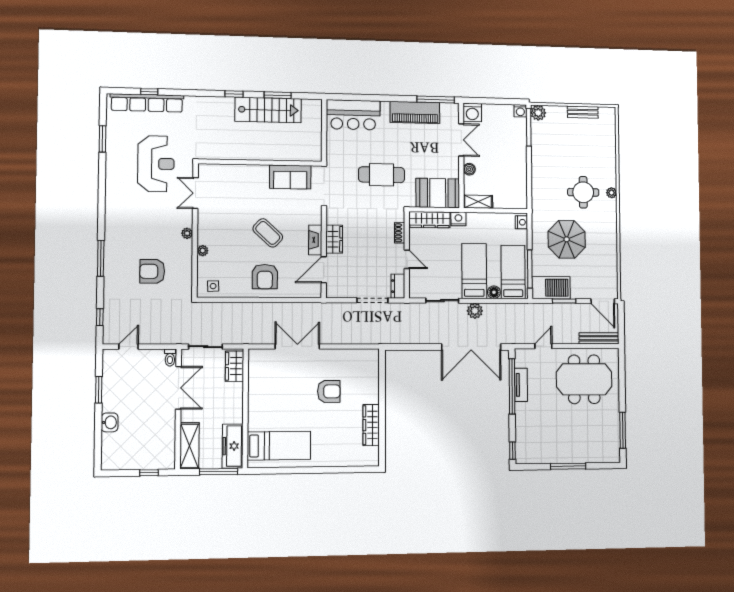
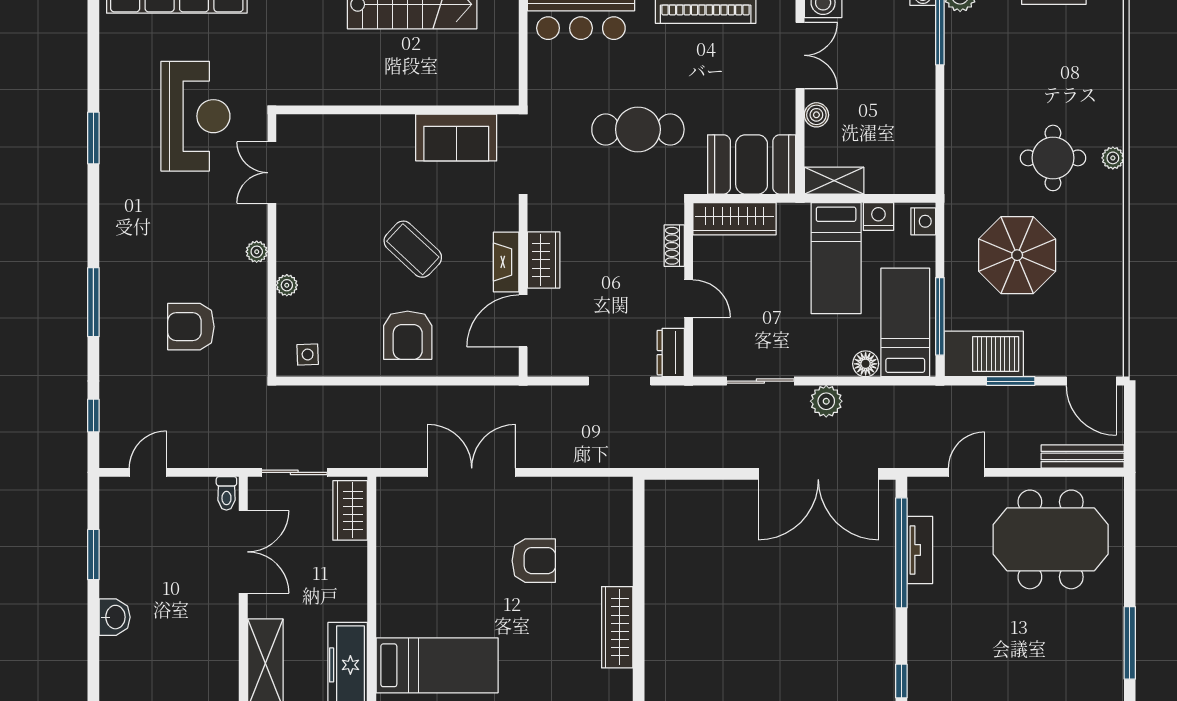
window: (103, 139) -> (93, 138), moved
nightstand: (458, 219) -> (878, 216), moved
bed: (474, 271) -> (836, 258), moved, turned 180

